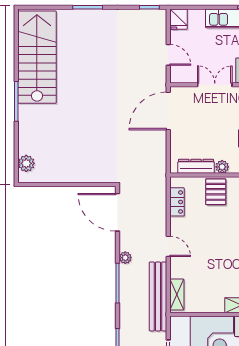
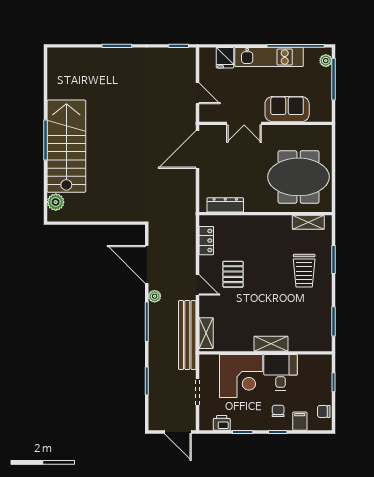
fridge: (178, 19) -> (225, 58), moved
stairs: (37, 57) -> (66, 146), moved
double door: (215, 85) -> (244, 123), swing flipped
plant: (222, 167) -> (251, 205), removed
pallet: (216, 192) -> (233, 274), moved
door: (118, 212) -> (147, 264), moved

